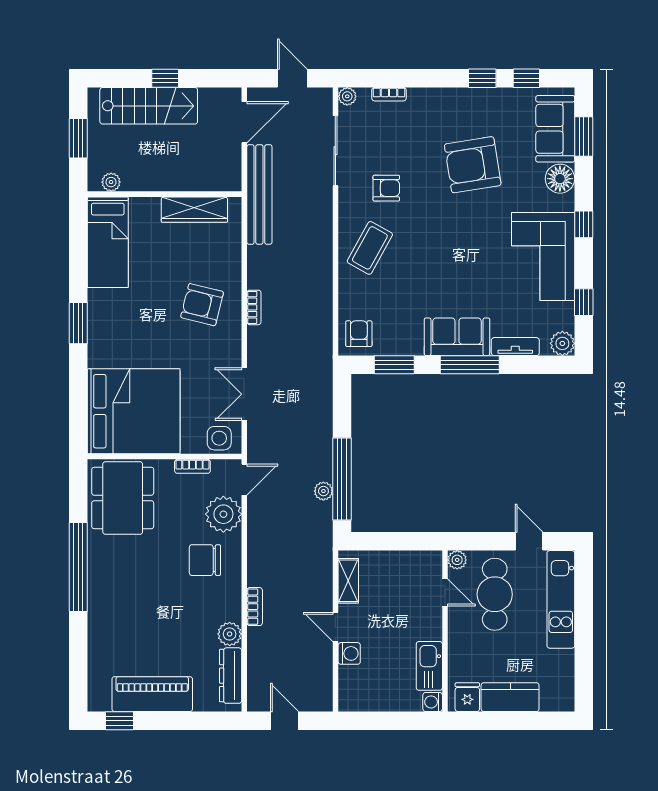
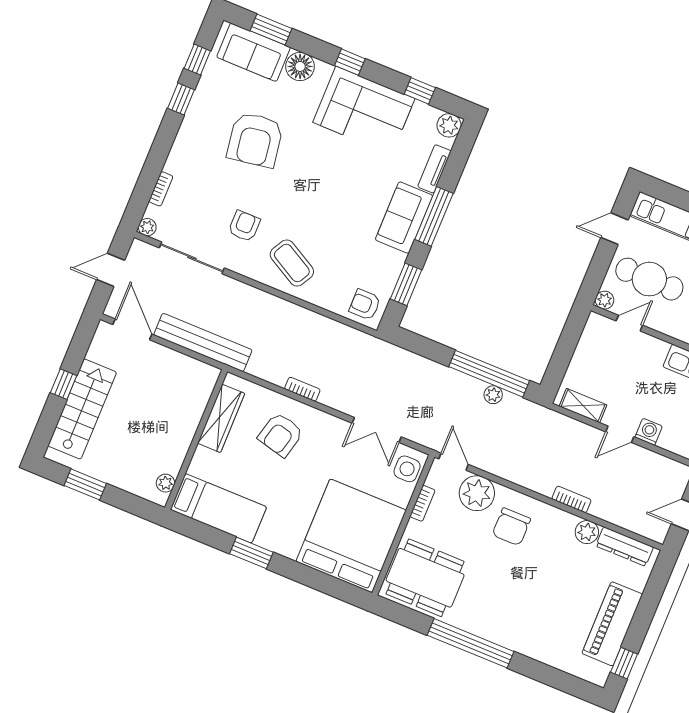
plant: (111, 182) -> (166, 483), moved
wall: (164, 194) -> (196, 440), moved
wardrobe: (194, 210) -> (221, 418), moved
bed: (108, 242) -> (218, 508), moved

